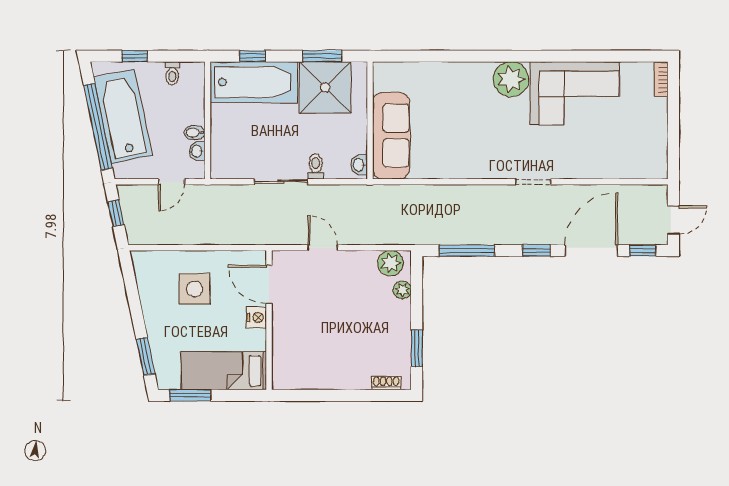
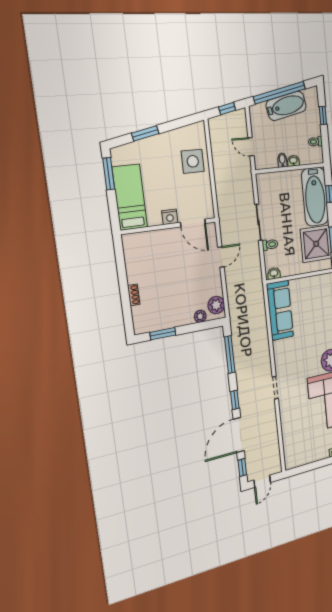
bathtub: (123, 116) -> (286, 106), width x0.73, depth x0.73
sofa: (391, 136) -> (280, 310), moved, turned -90
washbasin: (197, 151) -> (293, 161), moved
door: (673, 220) -> (262, 481), hinge flipped
door: (591, 251) -> (239, 435), swing flipped
door: (269, 284) -> (193, 223), swing flipped
side table: (195, 289) -> (193, 161), moved
window: (145, 356) -> (145, 133), moved
shoe rack: (386, 383) -> (134, 295), moved

